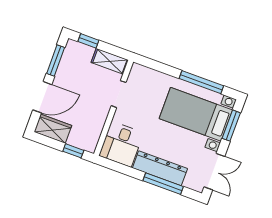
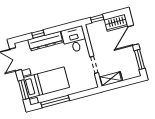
window: (88, 41) -> (130, 82), removed
window: (163, 184) -> (38, 34), width x0.46

